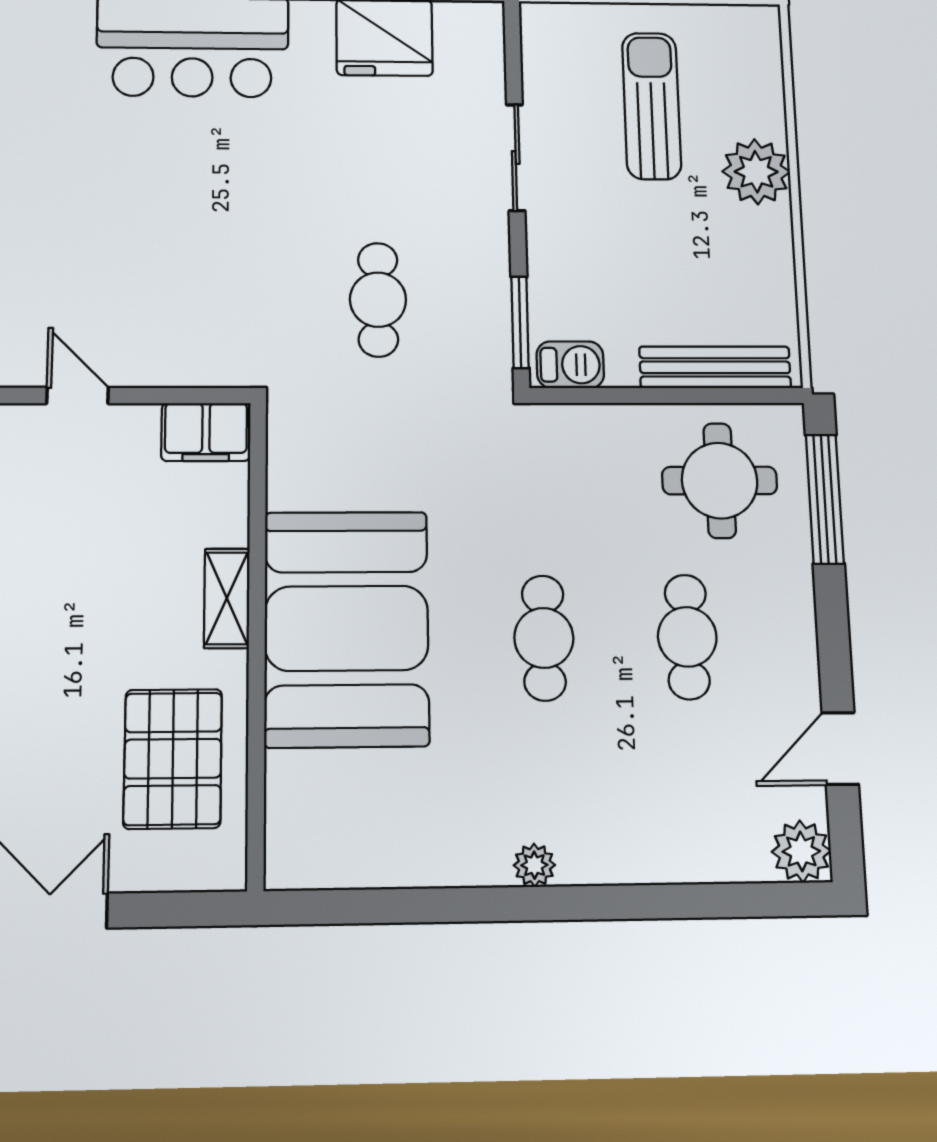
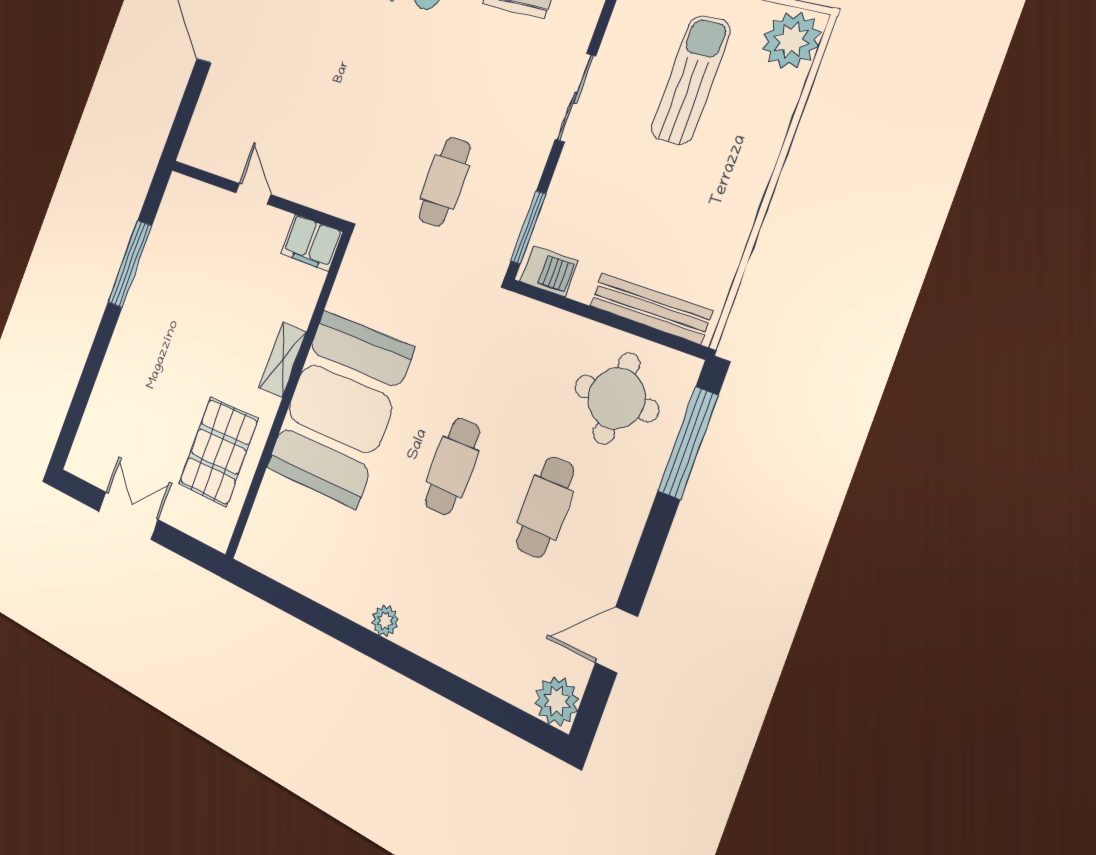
plant: (756, 172) -> (791, 40), moved

